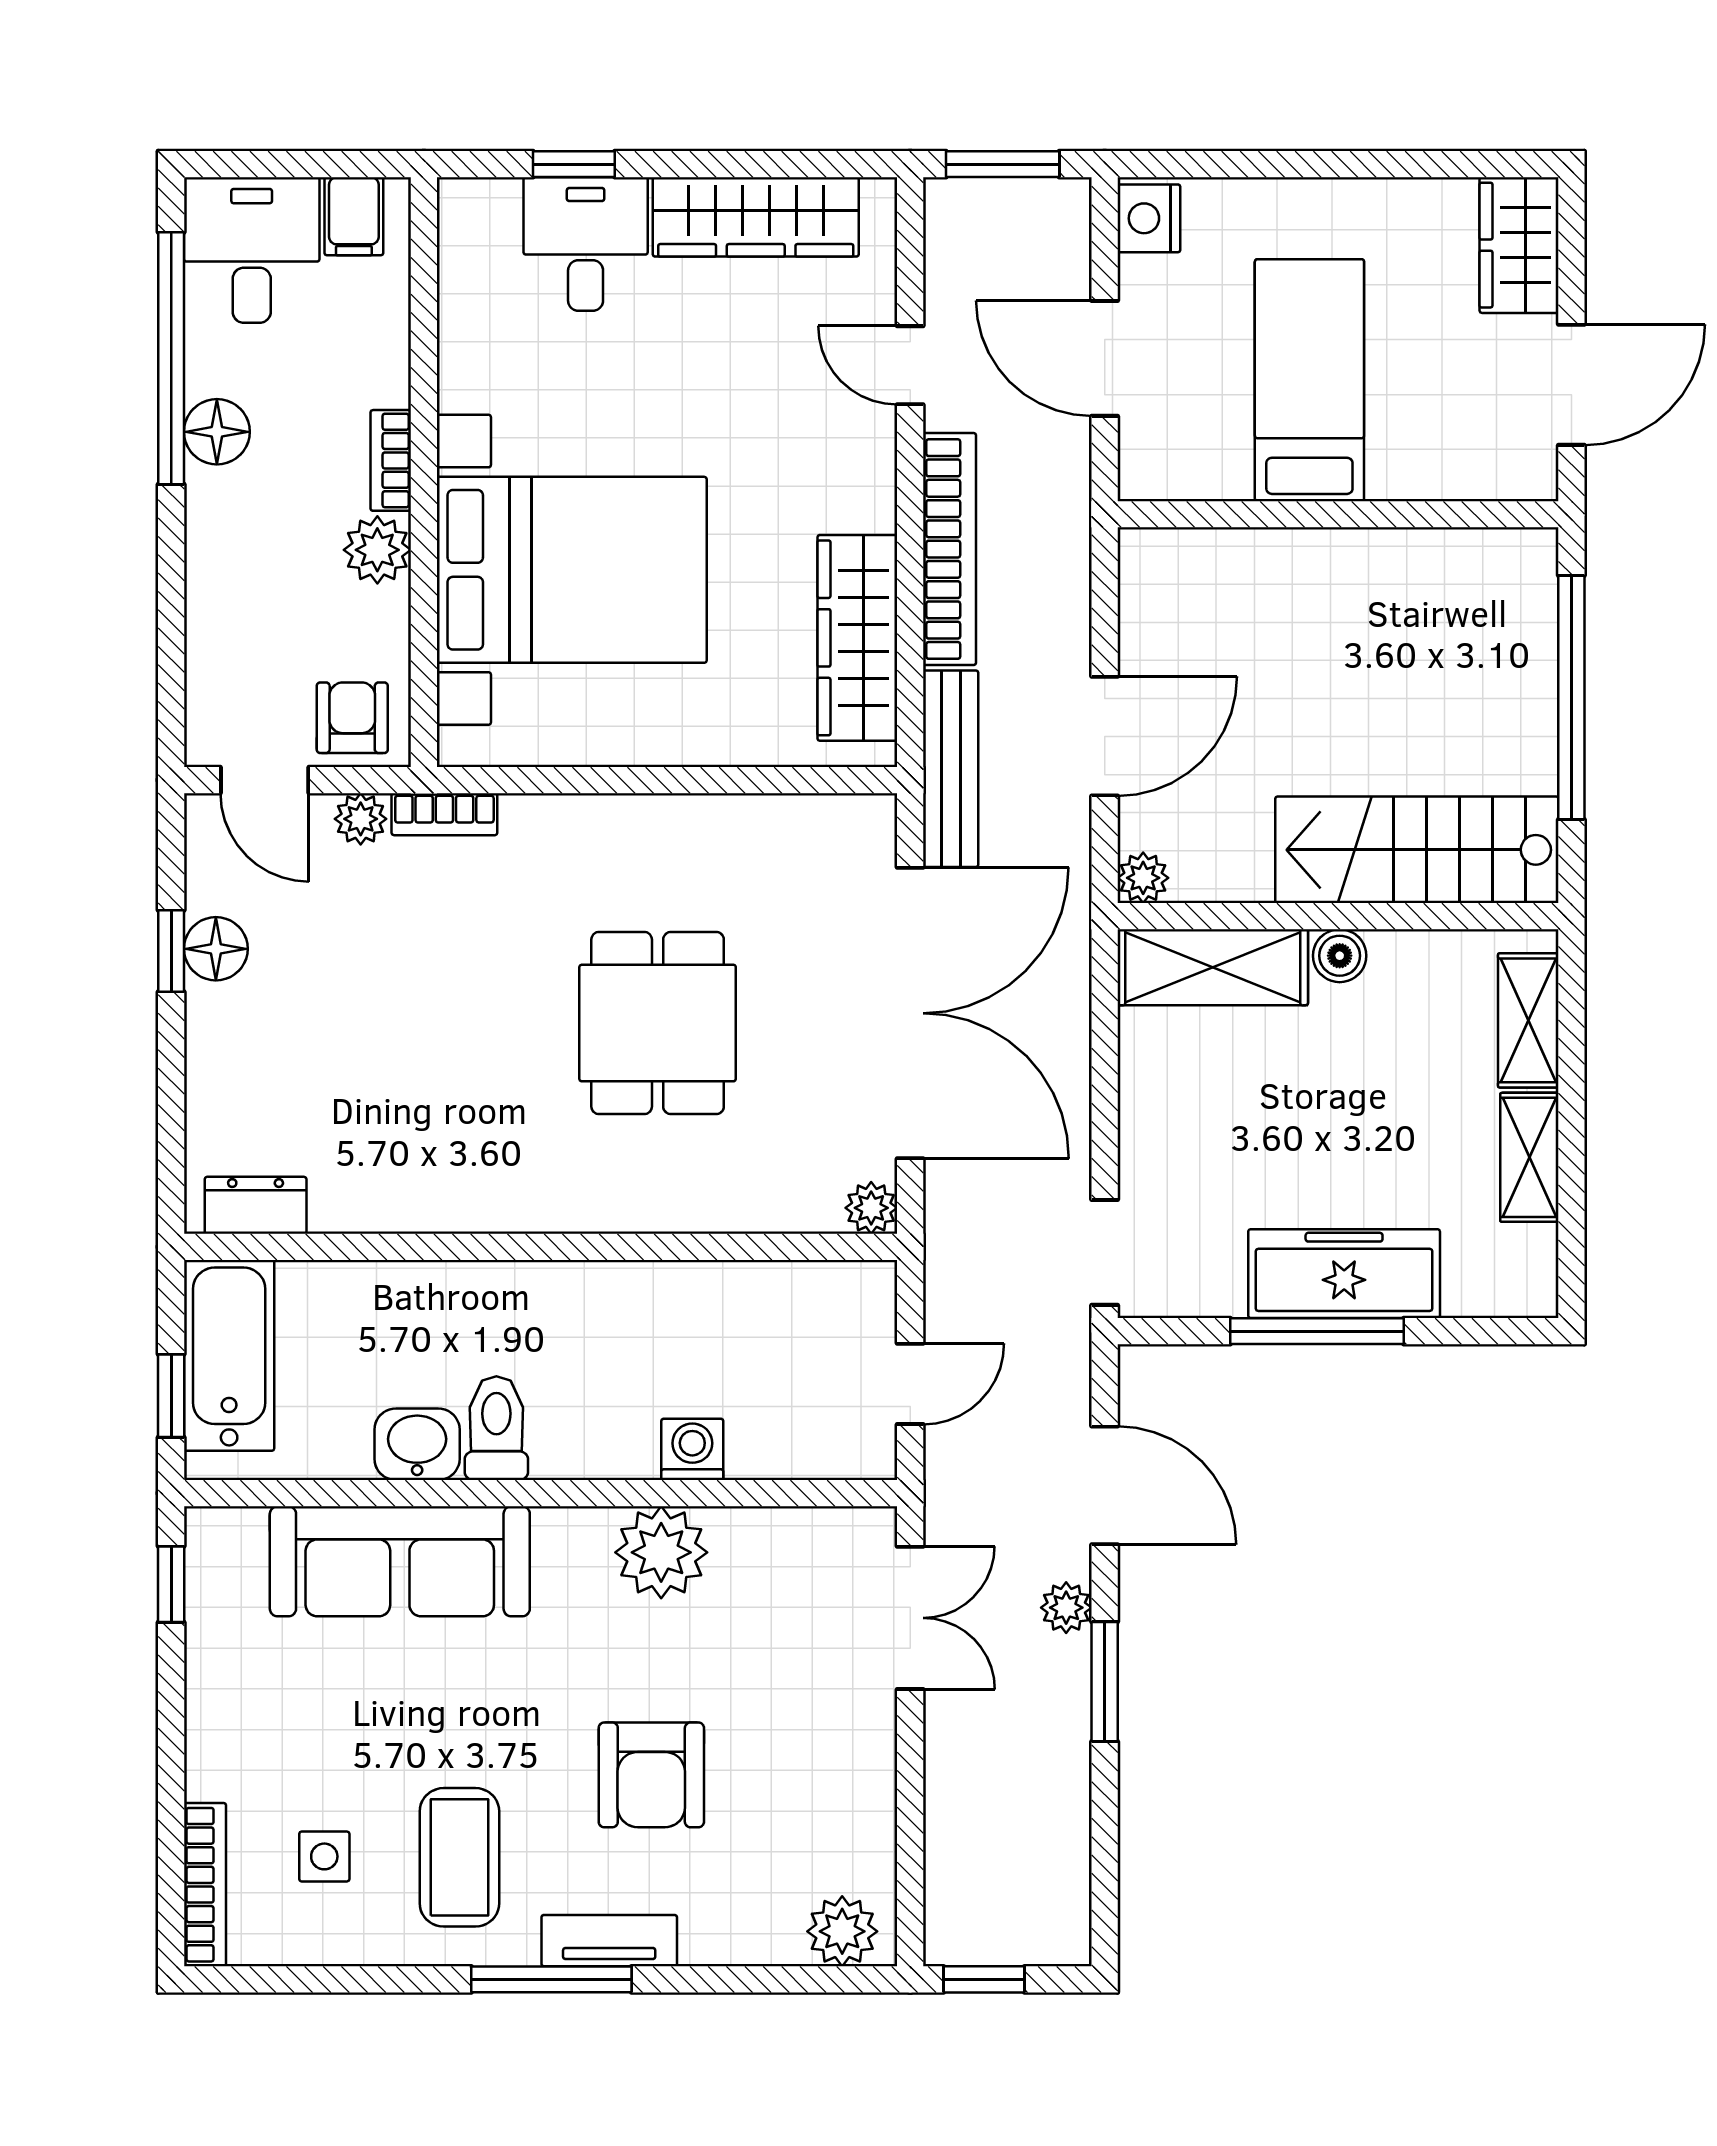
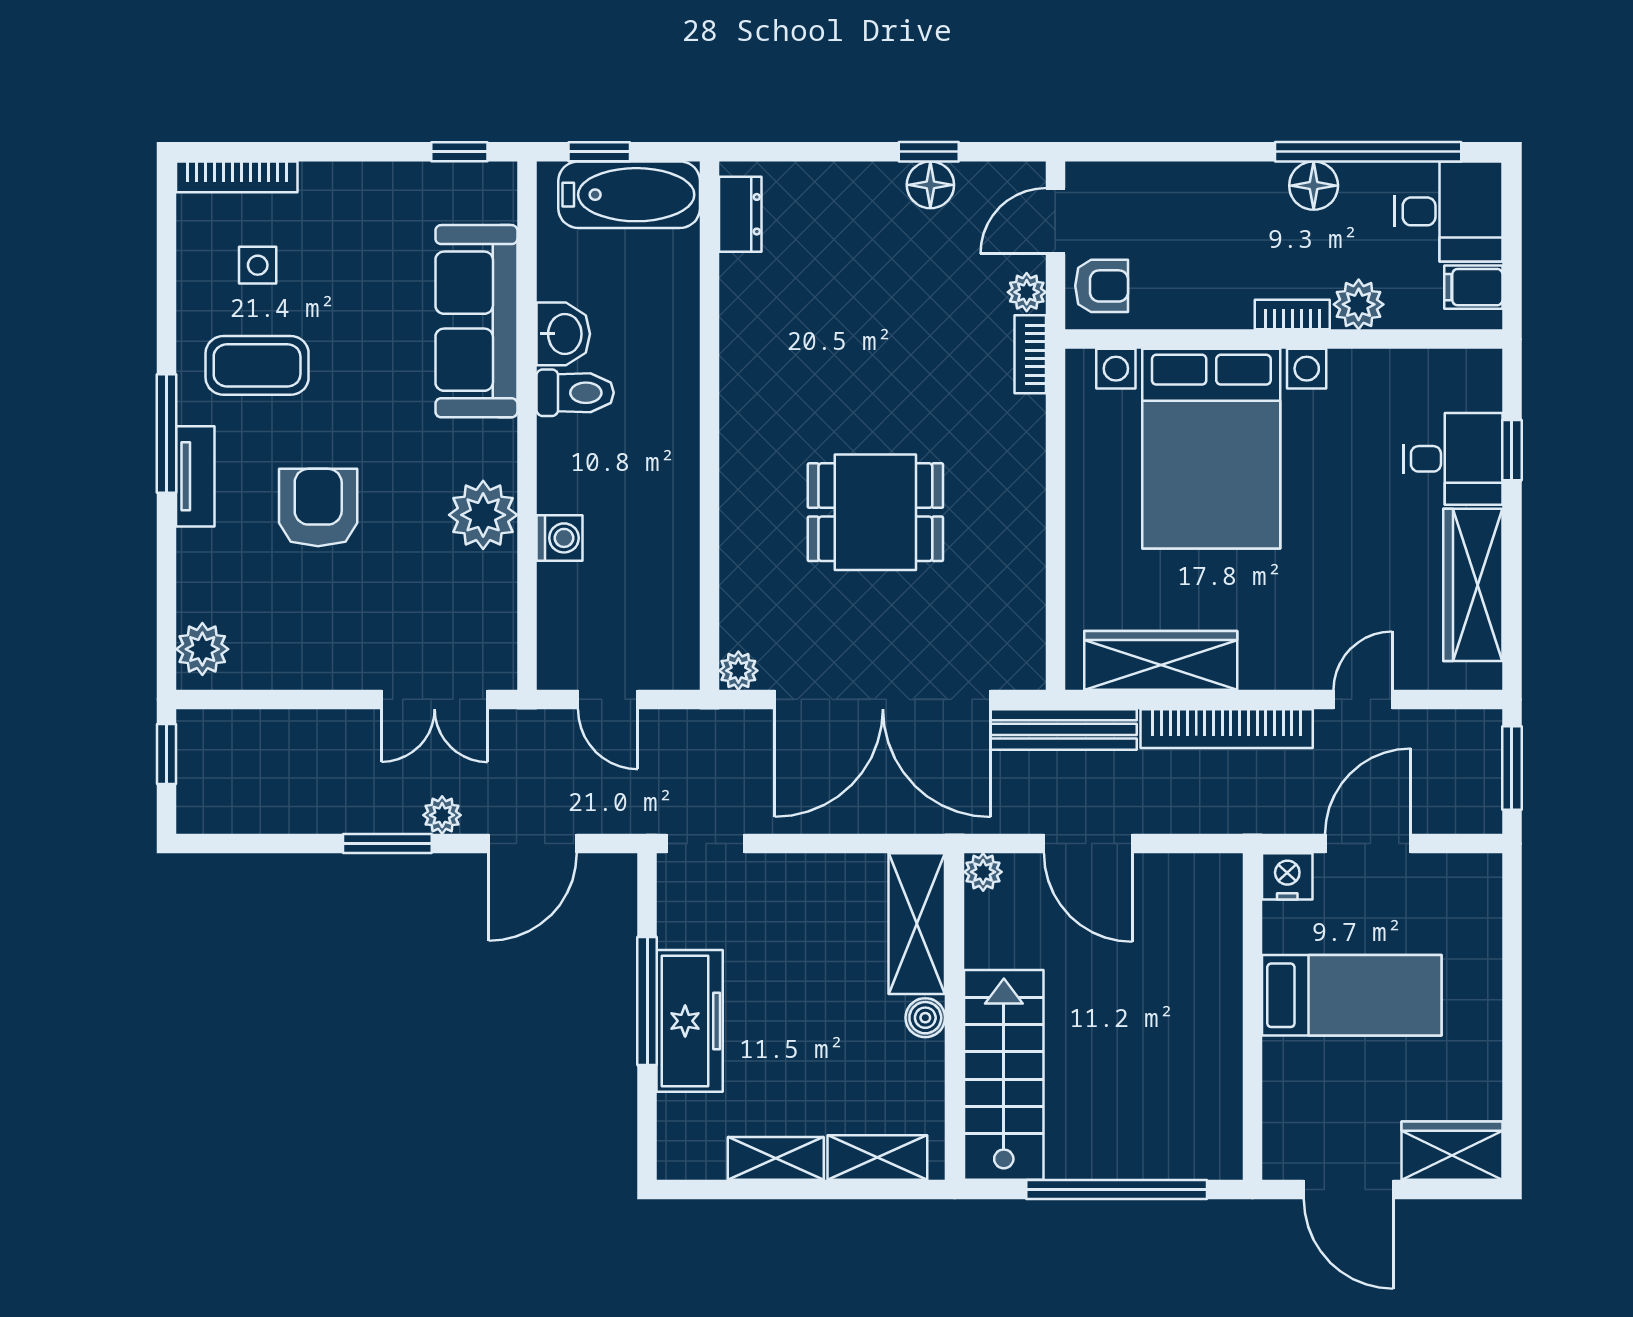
nightstand: (1149, 218) -> (1287, 876), moved
plant: (377, 550) -> (1359, 304), moved
armchair: (651, 1775) -> (318, 508), turned 90

